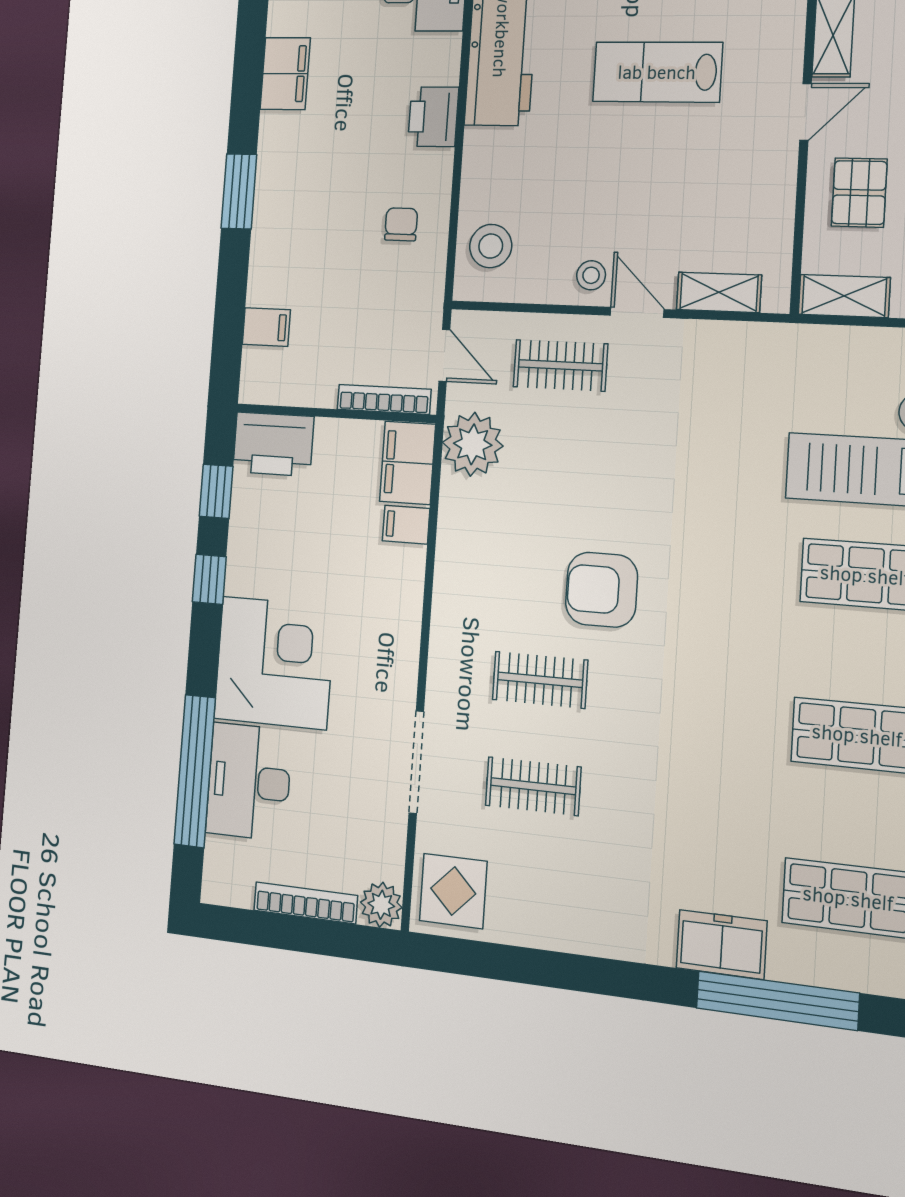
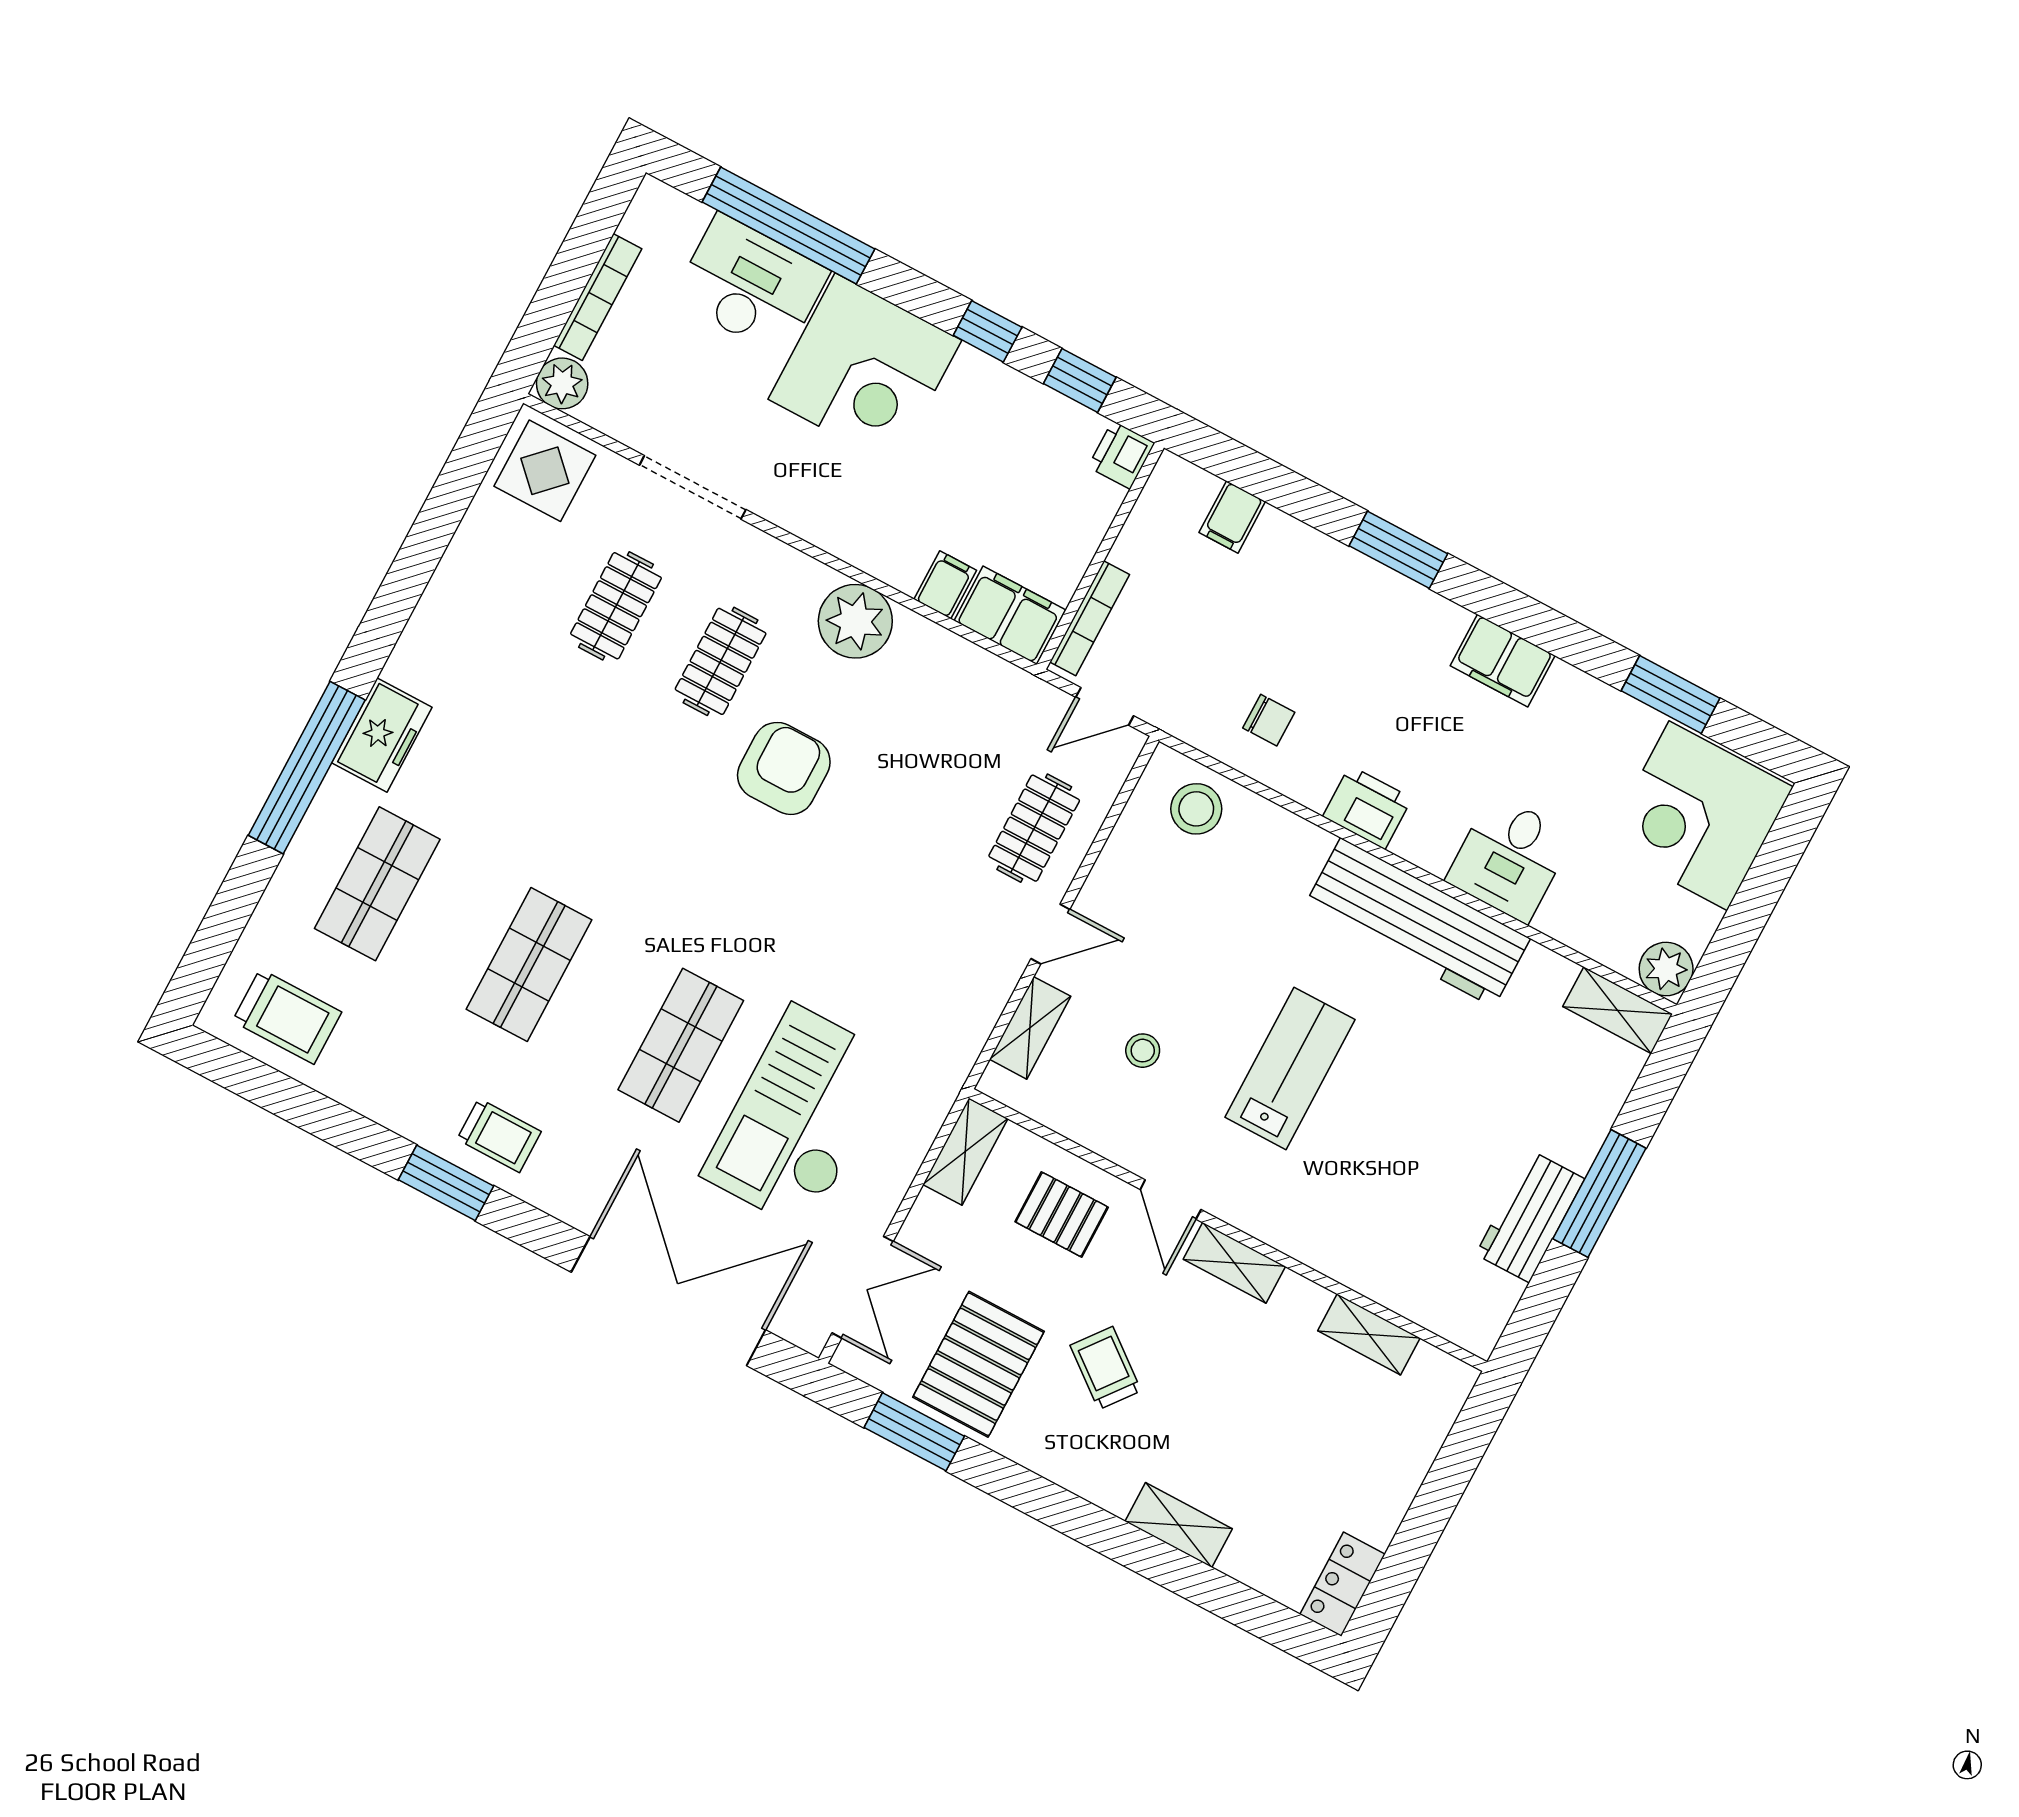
stool: (591, 275) -> (1143, 1051), moved
printer: (273, 444) -> (1121, 455), width x0.53, depth x0.68
plant: (473, 444) -> (855, 621), moved

